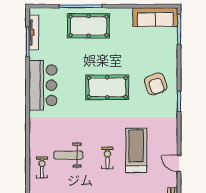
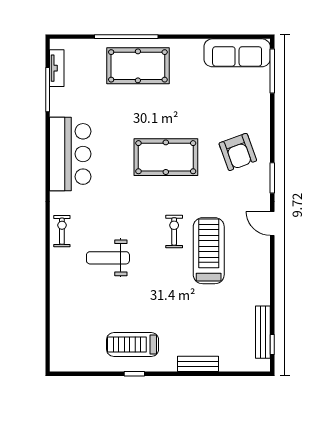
tv unit: (34, 32) -> (57, 68), width x0.71
exercise bike: (107, 158) -> (174, 231), moved
door: (179, 163) -> (272, 223), moved
exercise bike: (42, 167) -> (62, 231), moved

